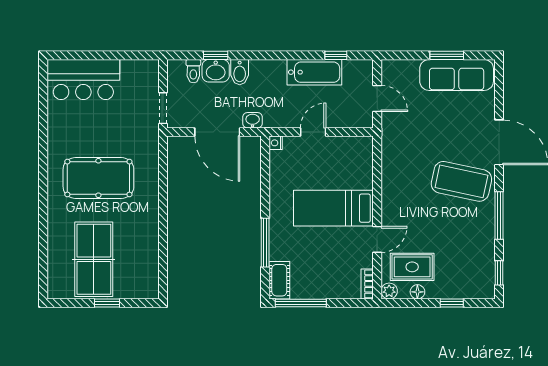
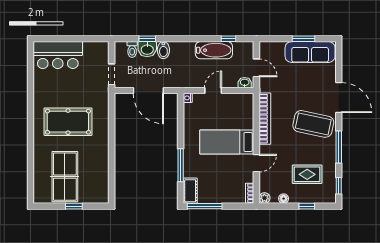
washbasin: (253, 120) -> (245, 83), moved
bookcase: (390, 174) -> (265, 119), added
rug: (412, 267) -> (307, 174), moved

